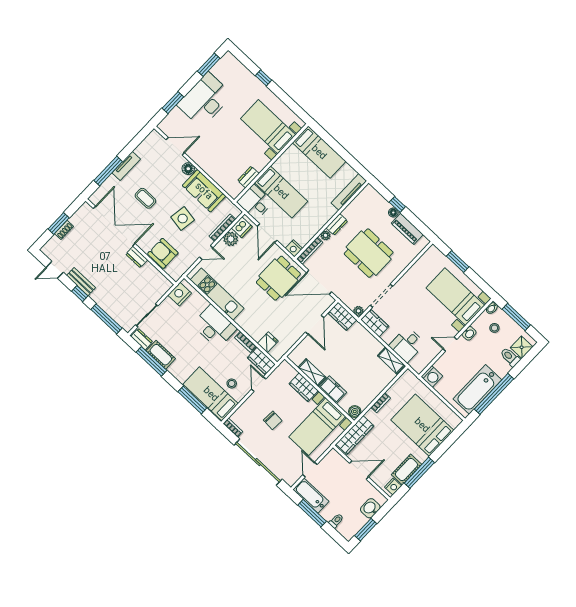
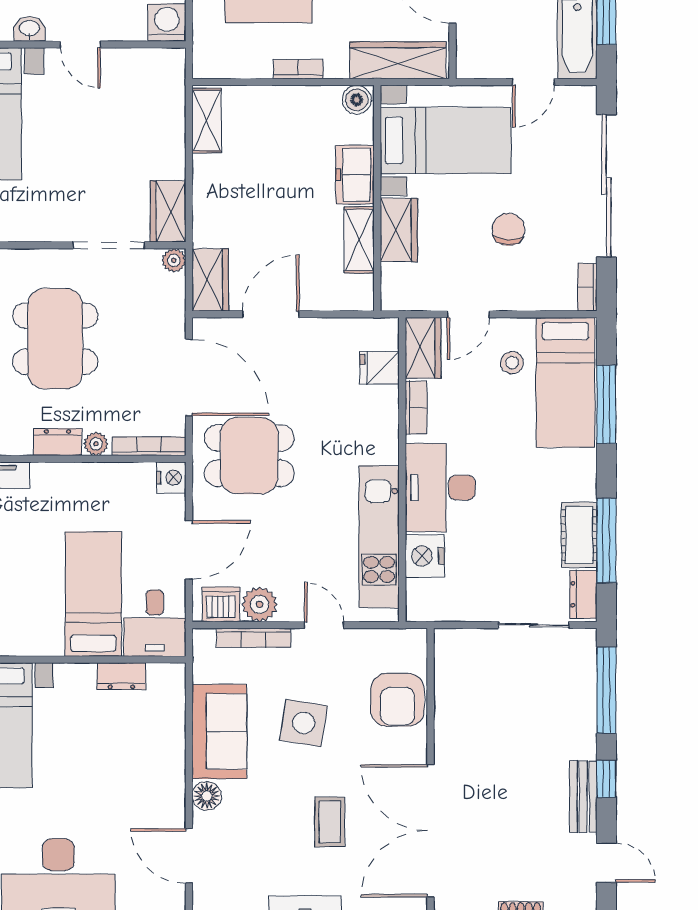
dresser: (137, 257) -> (447, 740), removed
nightstand: (180, 294) -> (425, 556), moved, turned 90
desk: (407, 345) -> (152, 119), removed

